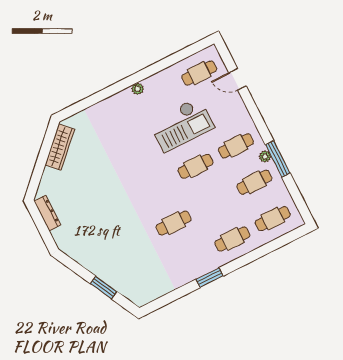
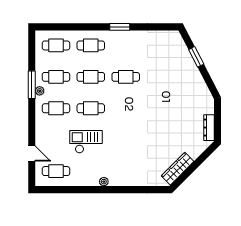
checkout: (182, 125) -> (86, 142), width x0.73, depth x0.83
cafe table: (214, 203) -> (91, 77), added

